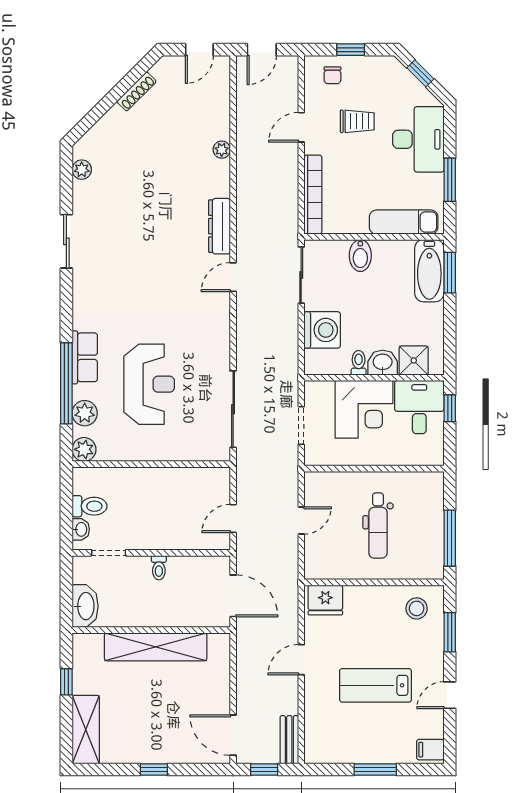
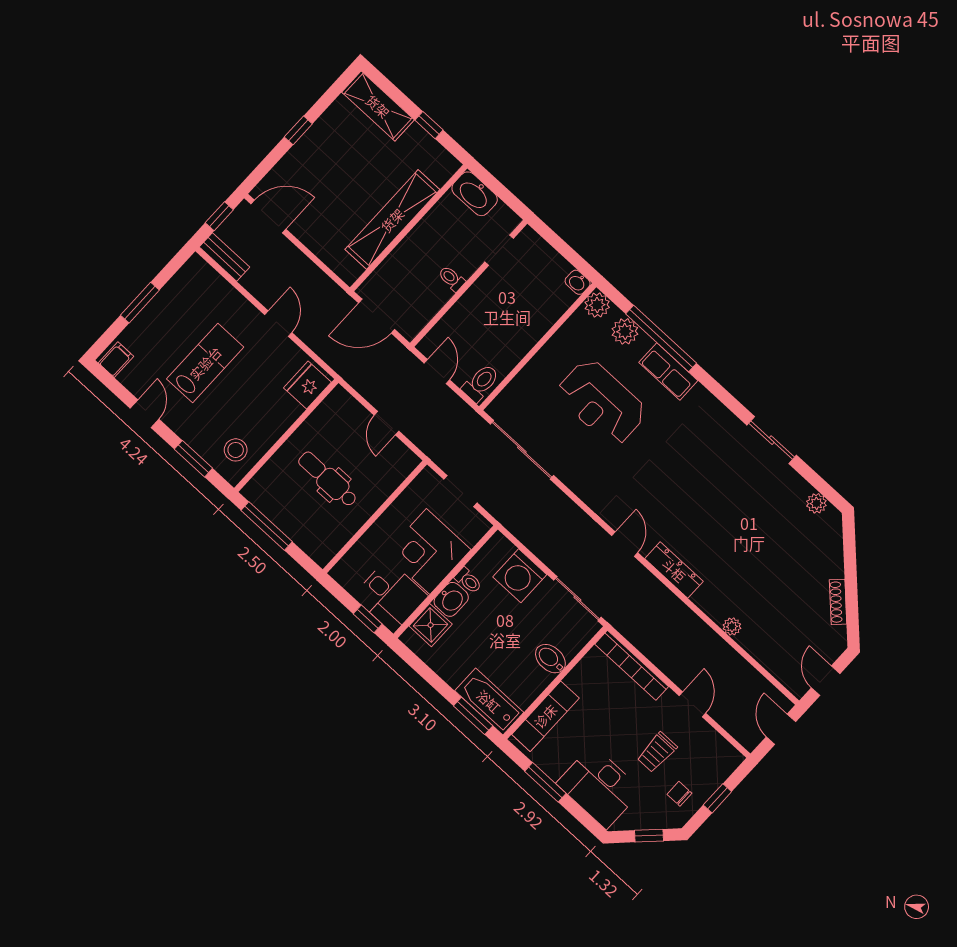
chair: (332, 75) -> (679, 794), moved
toilet: (89, 506) -> (481, 383), moved, turned 180
washbasin: (81, 529) -> (578, 282), moved

